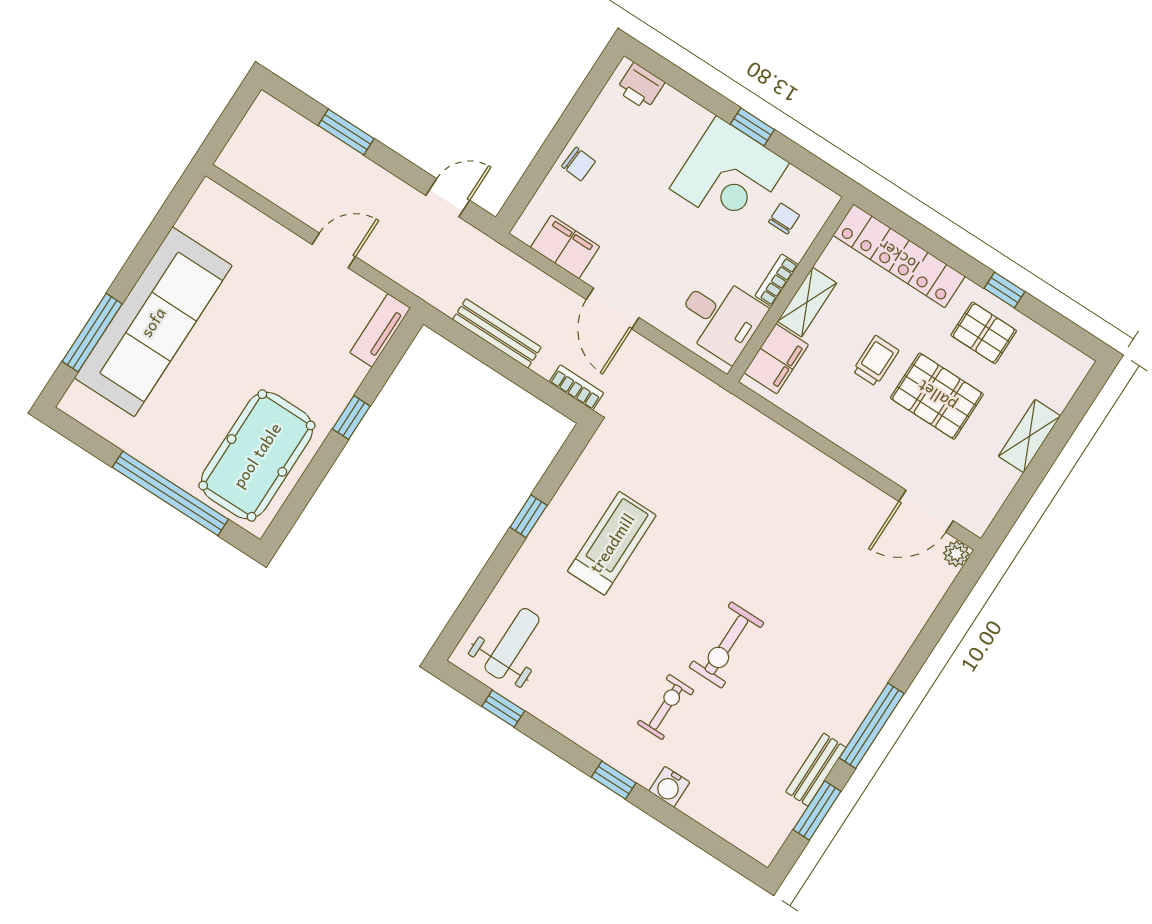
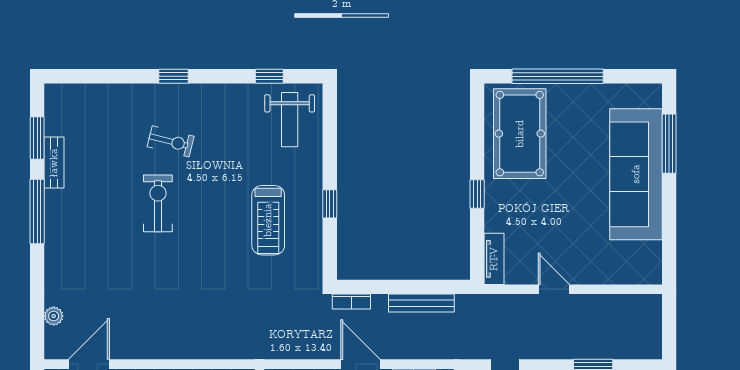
door: (334, 250) -> (554, 289), swing flipped
plant: (956, 554) -> (54, 316), moved
exercise bike: (666, 707) -> (171, 141), turned -76
water cooler: (669, 787) -> (137, 94), removed

